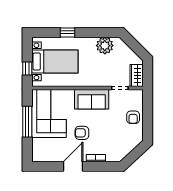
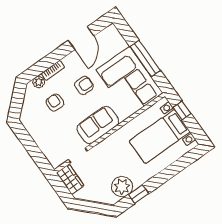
window: (68, 32) -> (139, 194), moved
armchair: (133, 117) -> (55, 103), moved
plant: (111, 157) -> (39, 82), added
door: (73, 166) -> (81, 38), moved

